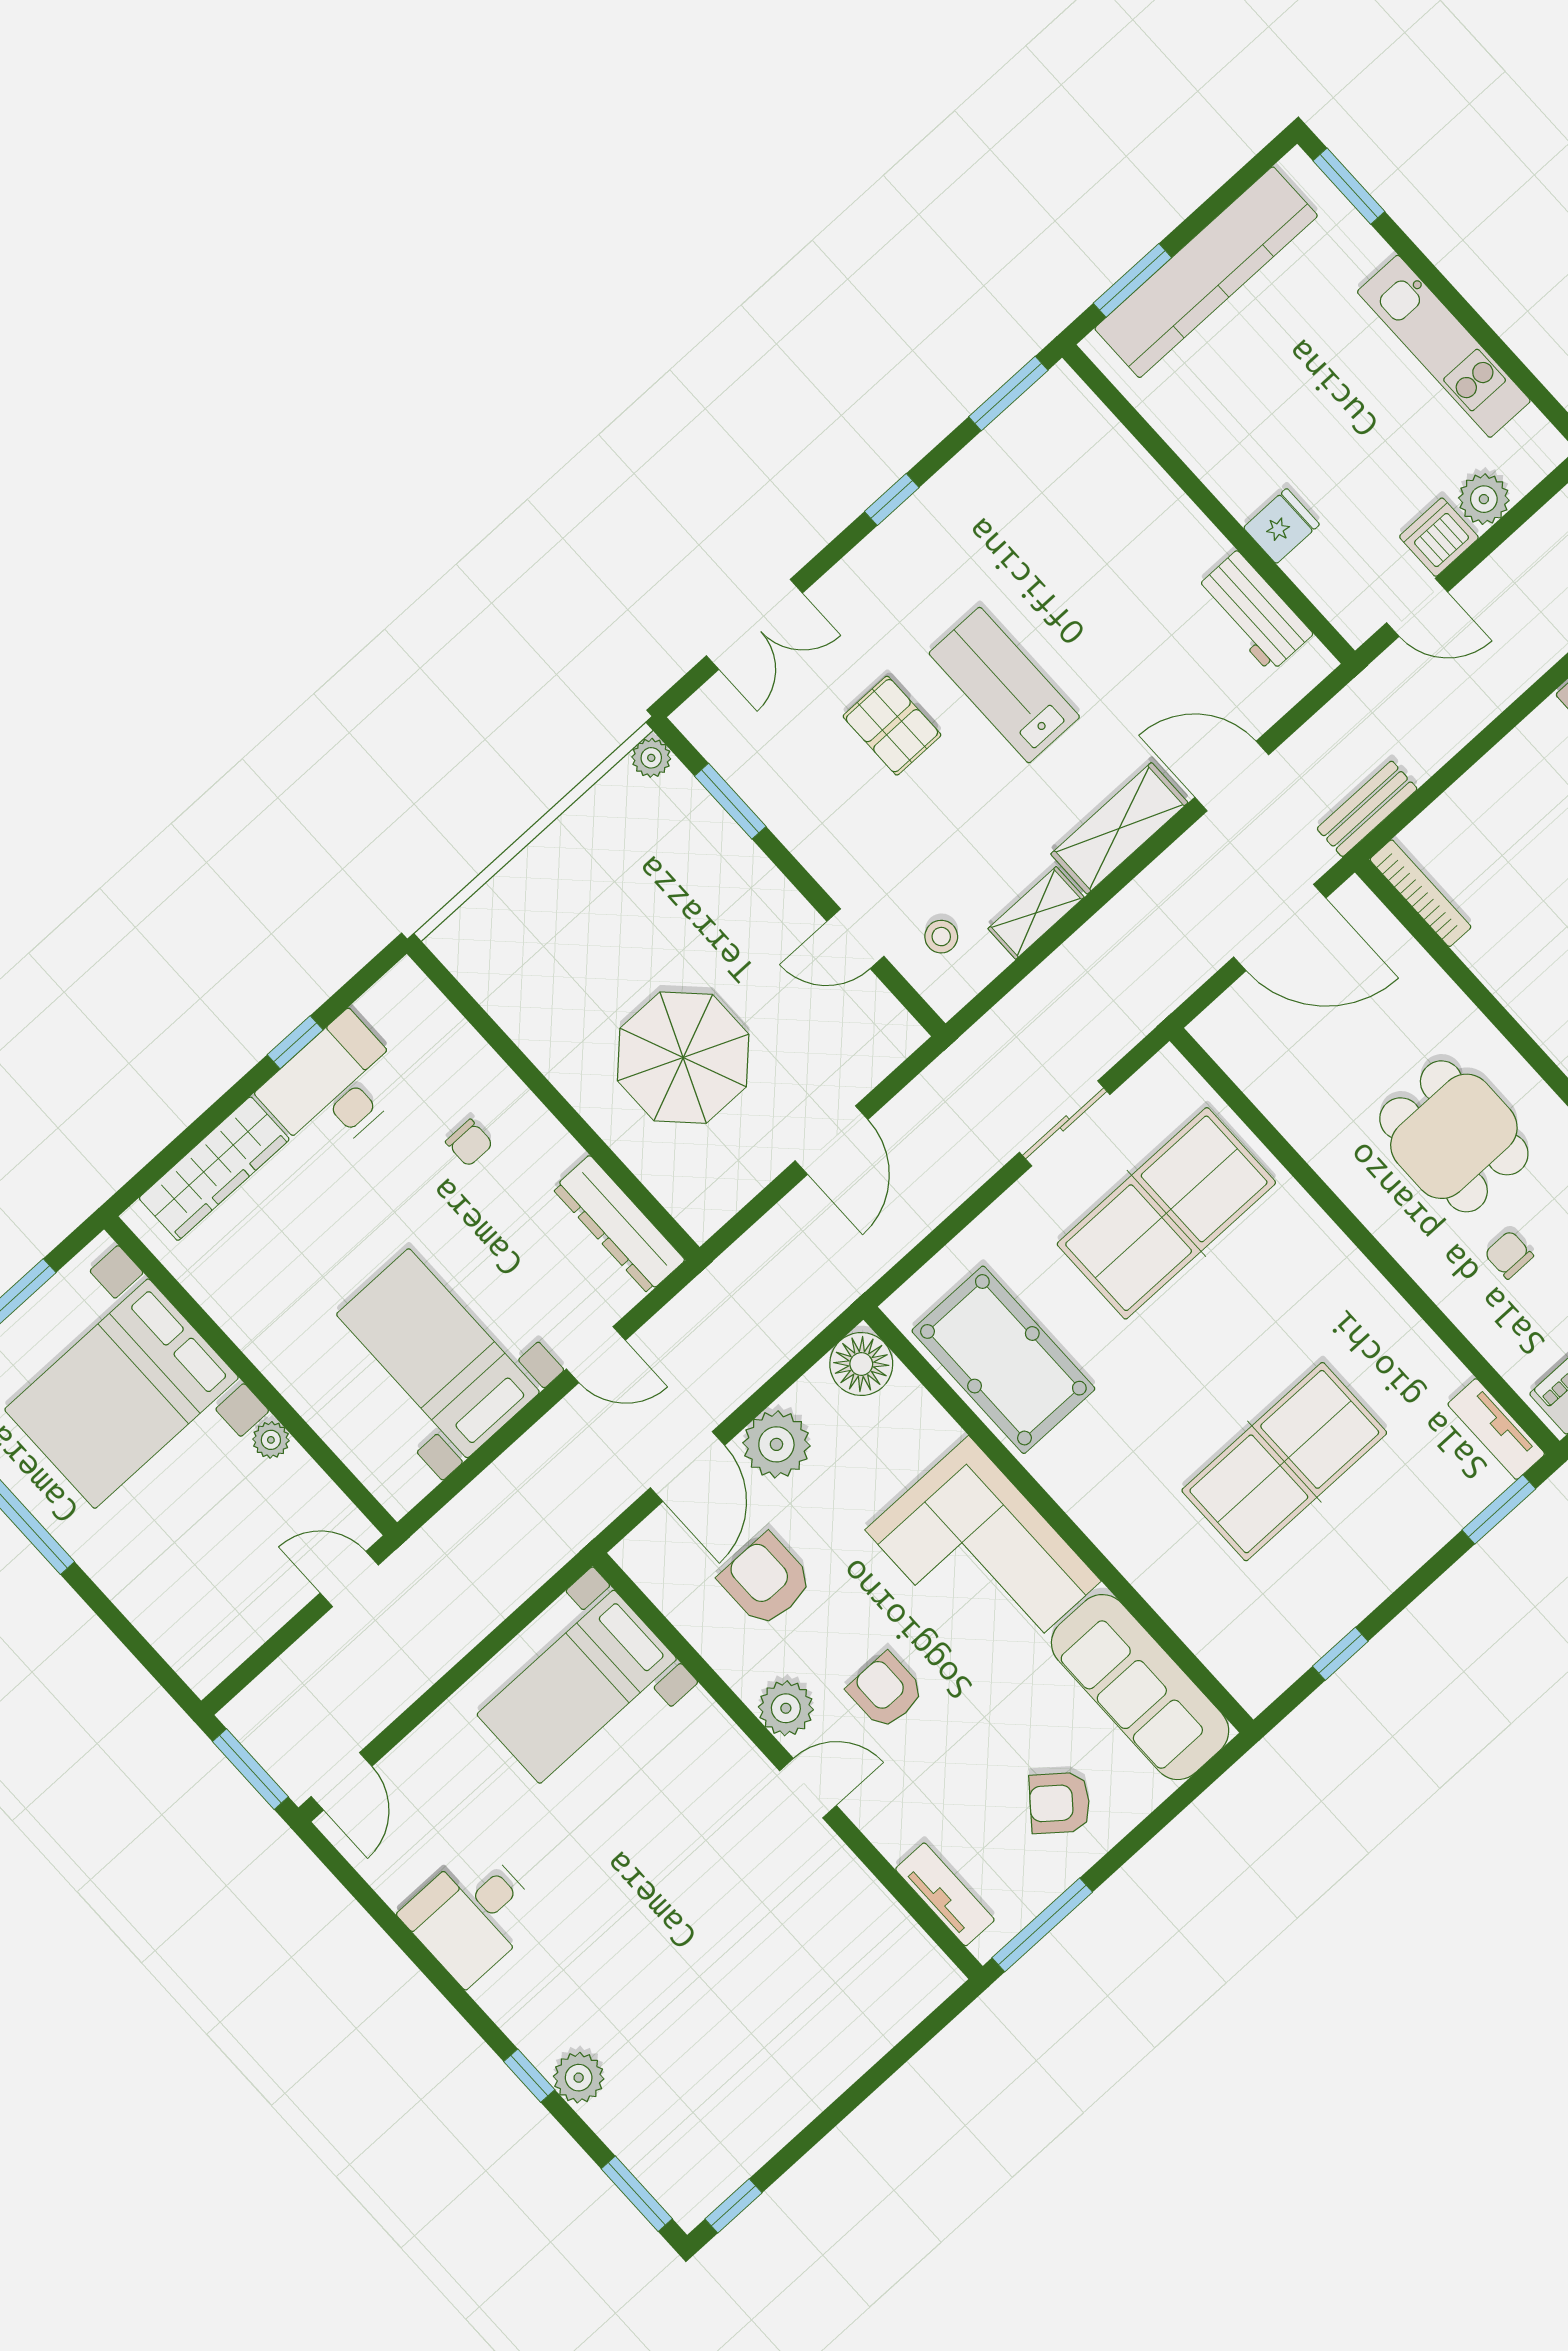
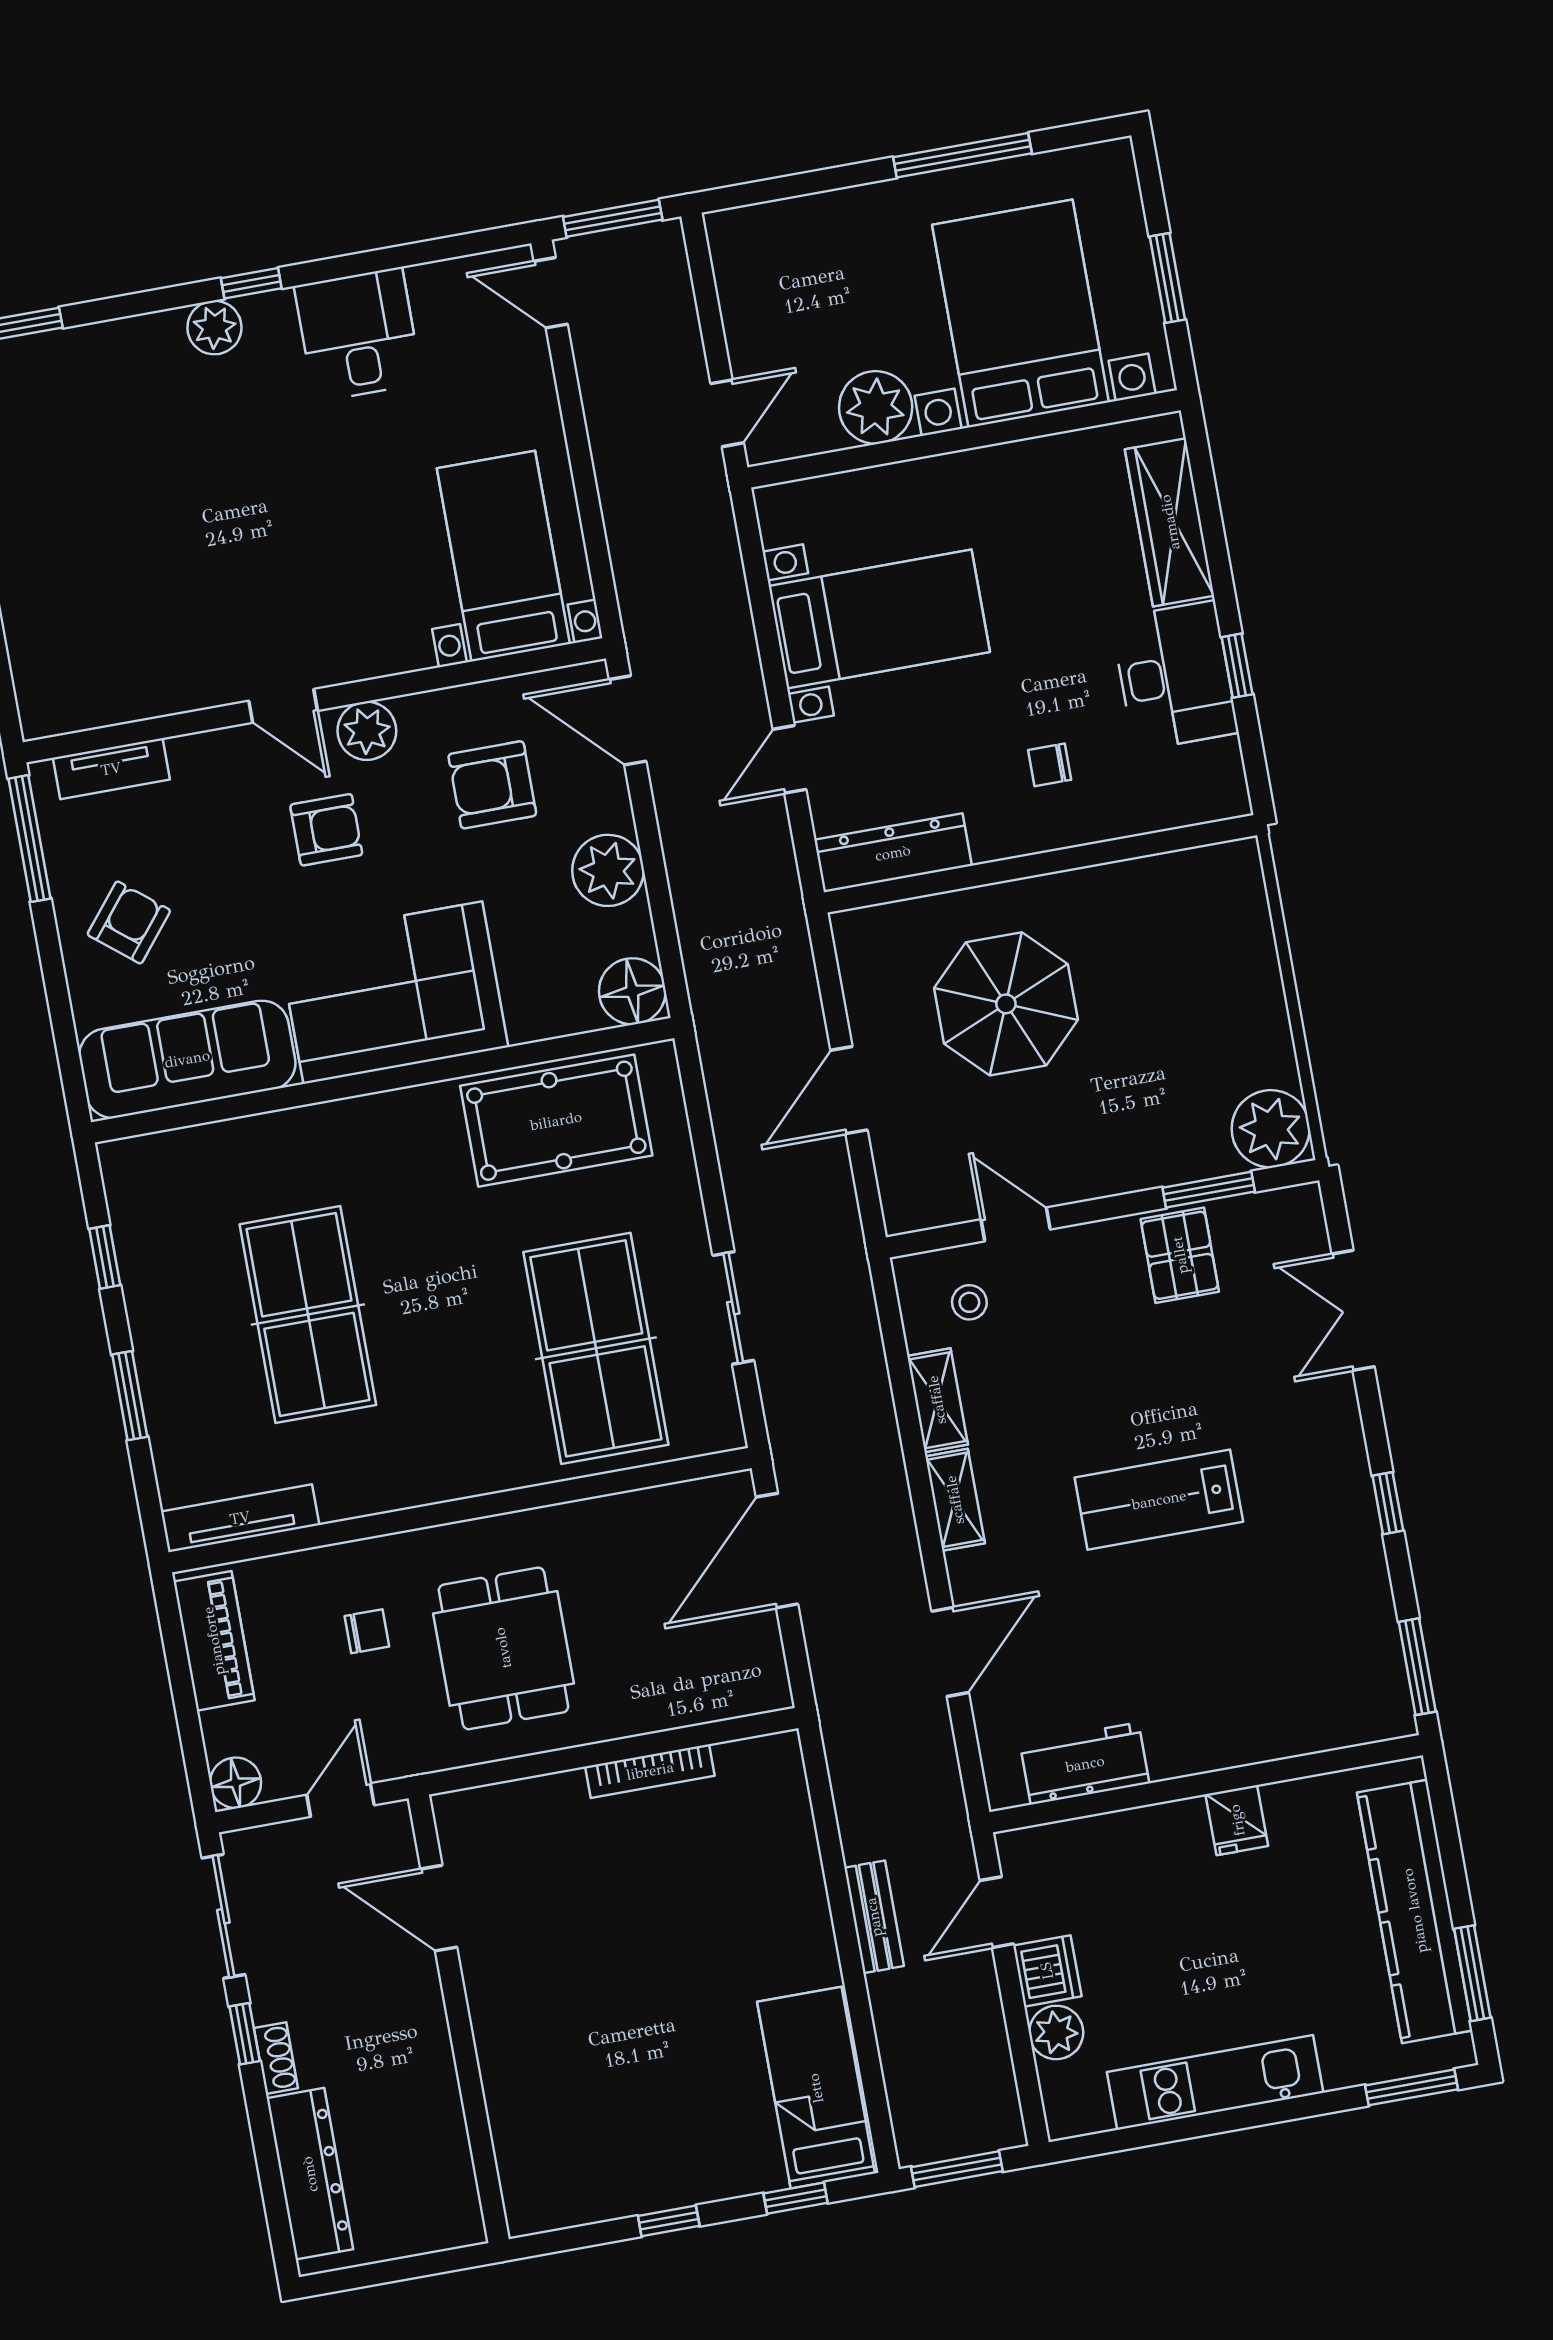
window: (1132, 280) -> (1472, 1973), moved
fridge: (1282, 526) -> (1237, 1820), moved
lab bench: (1004, 685) -> (1159, 1500), turned 180
pallet: (892, 726) -> (1180, 1255), moved, turned 90
plant: (651, 758) -> (1271, 1129), width x1.88, depth x1.88
bench: (1367, 809) -> (874, 1917), moved
shelving: (1119, 828) -> (955, 1500), width x0.67, depth x0.75
bookcase: (1420, 893) -> (650, 1771), moved
door: (1280, 928) -> (777, 1551), moved
door: (855, 939) -> (1016, 1224), hinge flipped
dining table: (1454, 1136) -> (503, 1648), turned 90
door: (832, 1140) -> (849, 1090), hinge flipped
tv unit: (1496, 1429) -> (240, 1518), width x1.41
plant: (271, 1440) -> (876, 407), width x1.88, depth x1.88
door: (688, 1467) -> (628, 720), moved
window: (1499, 1509) -> (130, 1396), moved
armchair: (766, 1580) -> (492, 785), turned 180
door: (808, 1788) -> (283, 706), hinge flipped
window: (529, 2076) -> (251, 283), moved
plant: (579, 2078) -> (214, 328), moved

